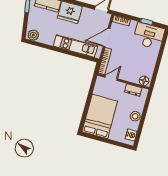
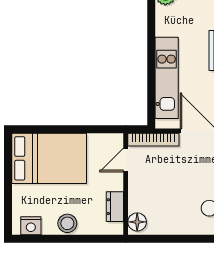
door: (111, 78) -> (126, 160), swing flipped

